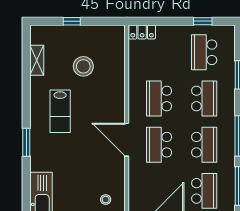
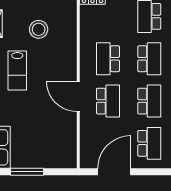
school desk: (159, 145) -> (108, 101), turned 180
stool: (106, 200) -> (59, 151), removed

